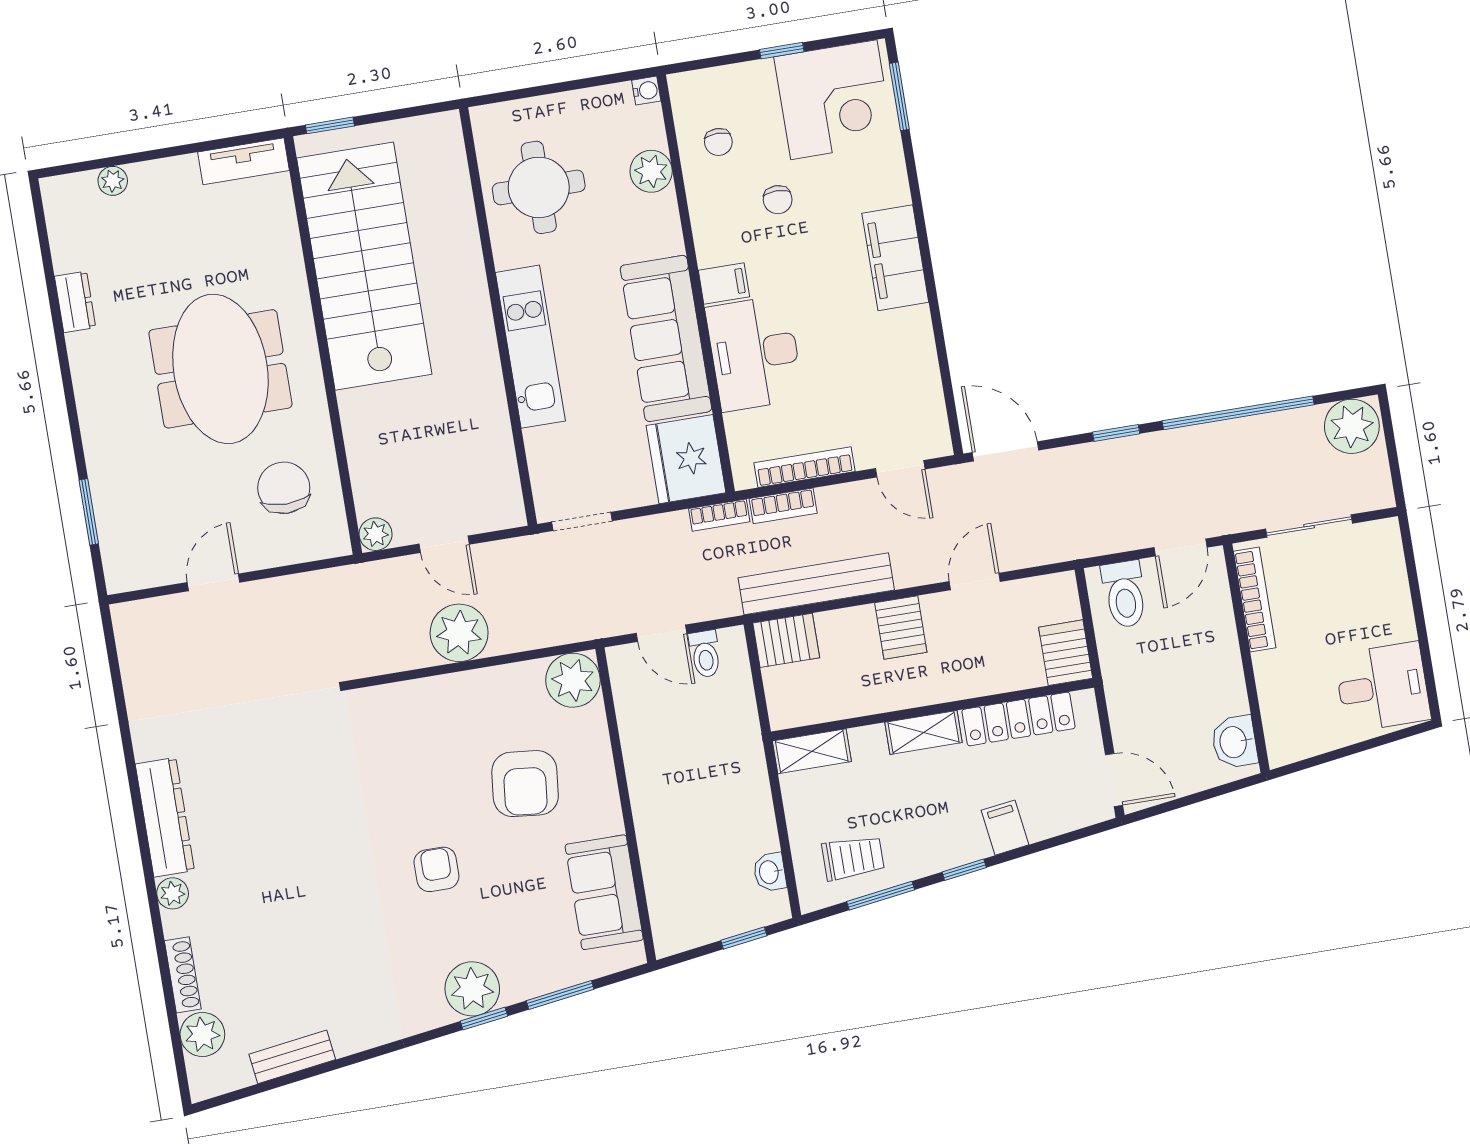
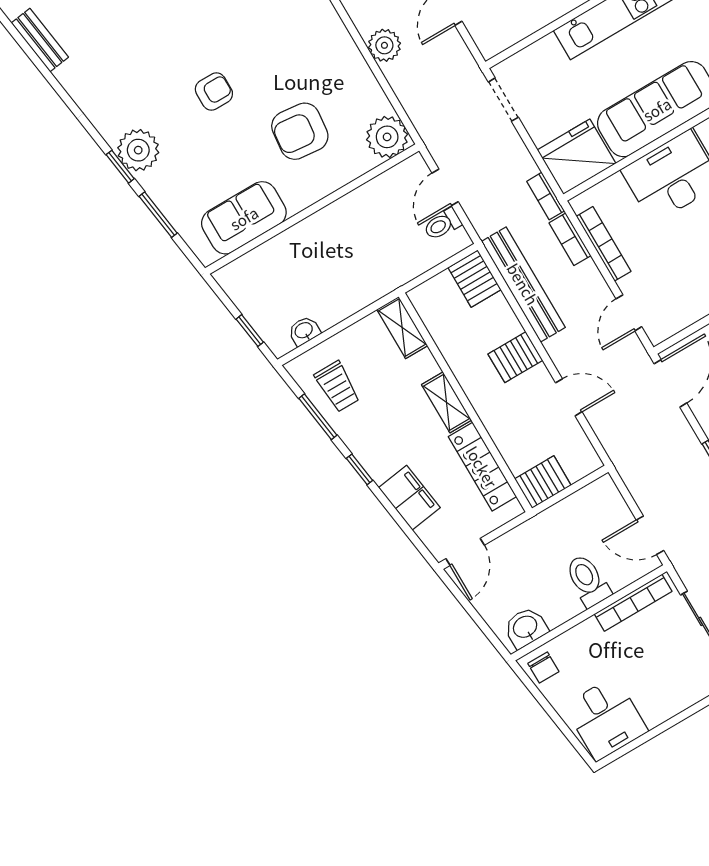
toilet: (1124, 594) -> (588, 581), moved, turned 90
plant: (459, 633) -> (384, 45), width x0.73, depth x0.73
chair: (1291, 739) -> (543, 668), added
filing cabinet: (1005, 828) -> (409, 498), width x2.00

